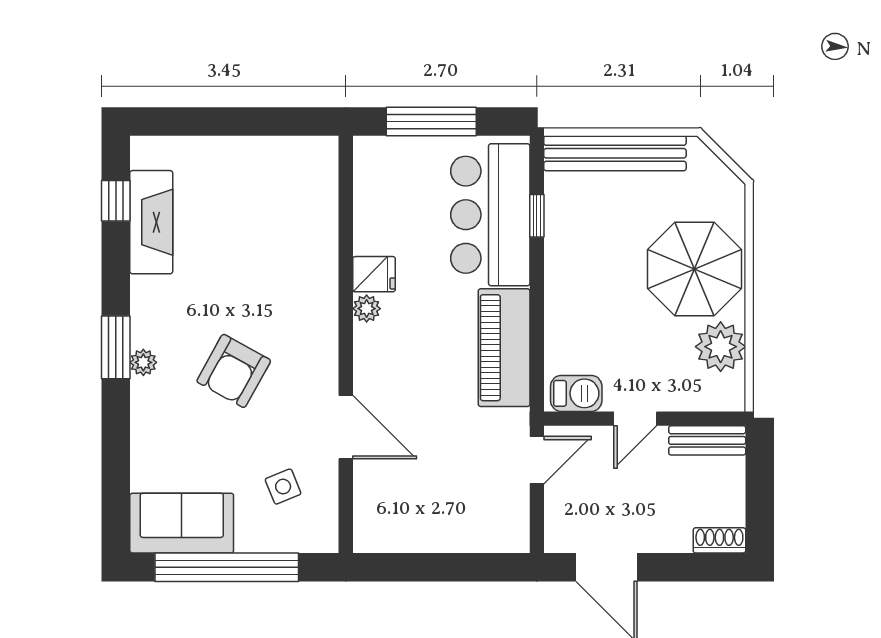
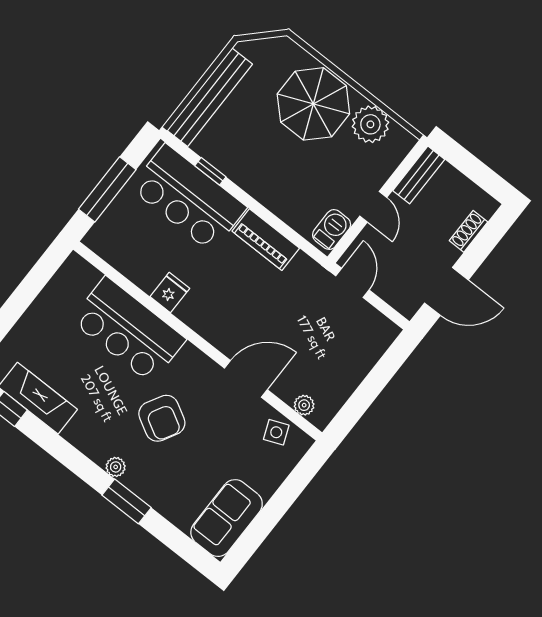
bar counter: (300, 261) -> (128, 330), added
plant: (367, 309) -> (304, 405), moved
window: (116, 347) -> (127, 501), moved
piano: (504, 348) -> (266, 240), width x0.73, depth x0.75
side table: (283, 487) -> (276, 432), moved
shoe rack: (719, 540) -> (468, 231), moved
window: (227, 567) -> (273, 512), removed

